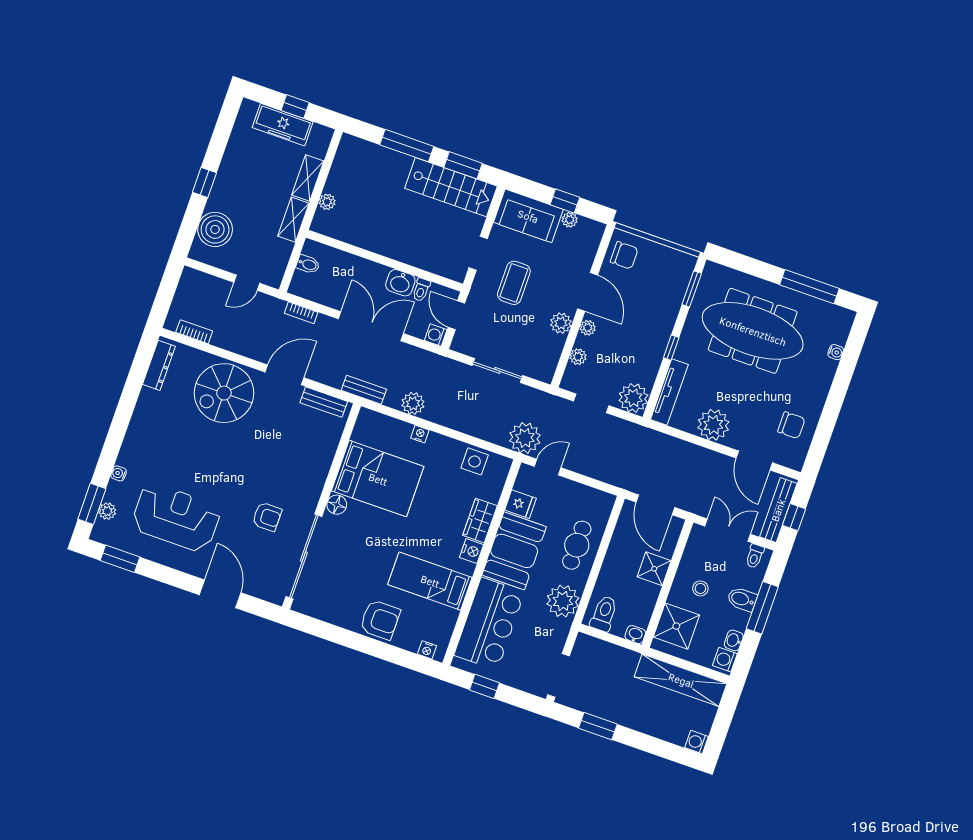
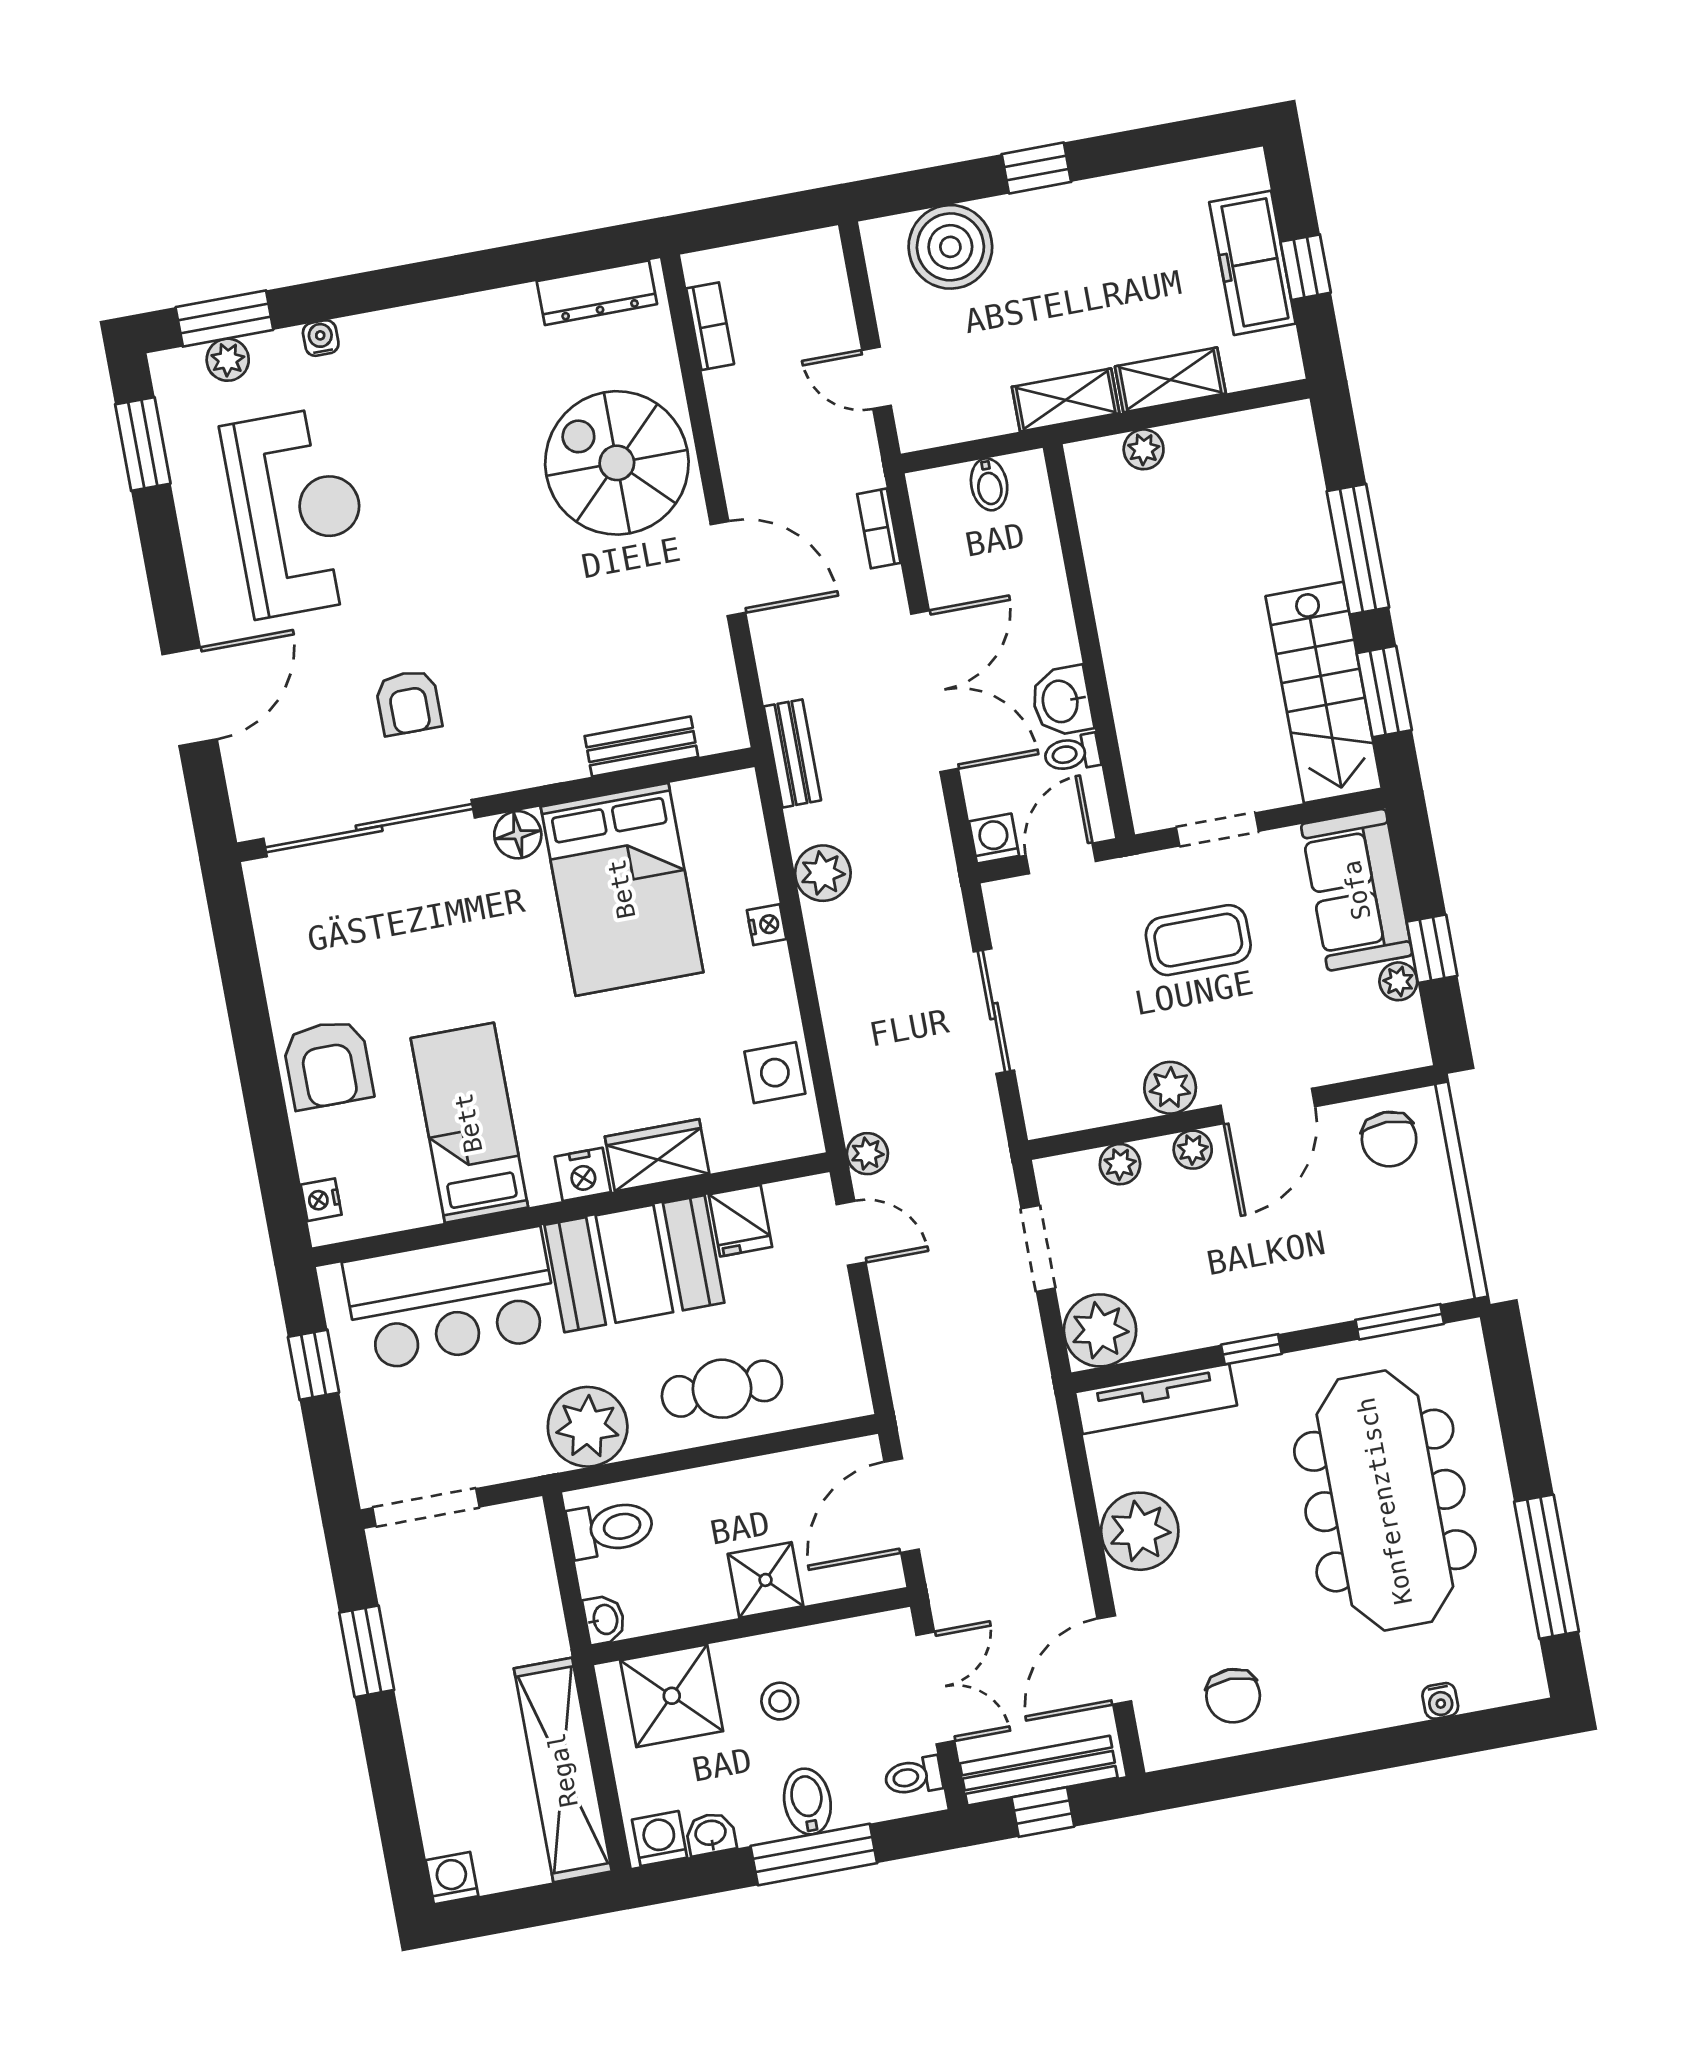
bench: (324, 402) -> (641, 747), moved, turned 90
plant: (525, 438) -> (867, 1154), width x0.53, depth x0.53

